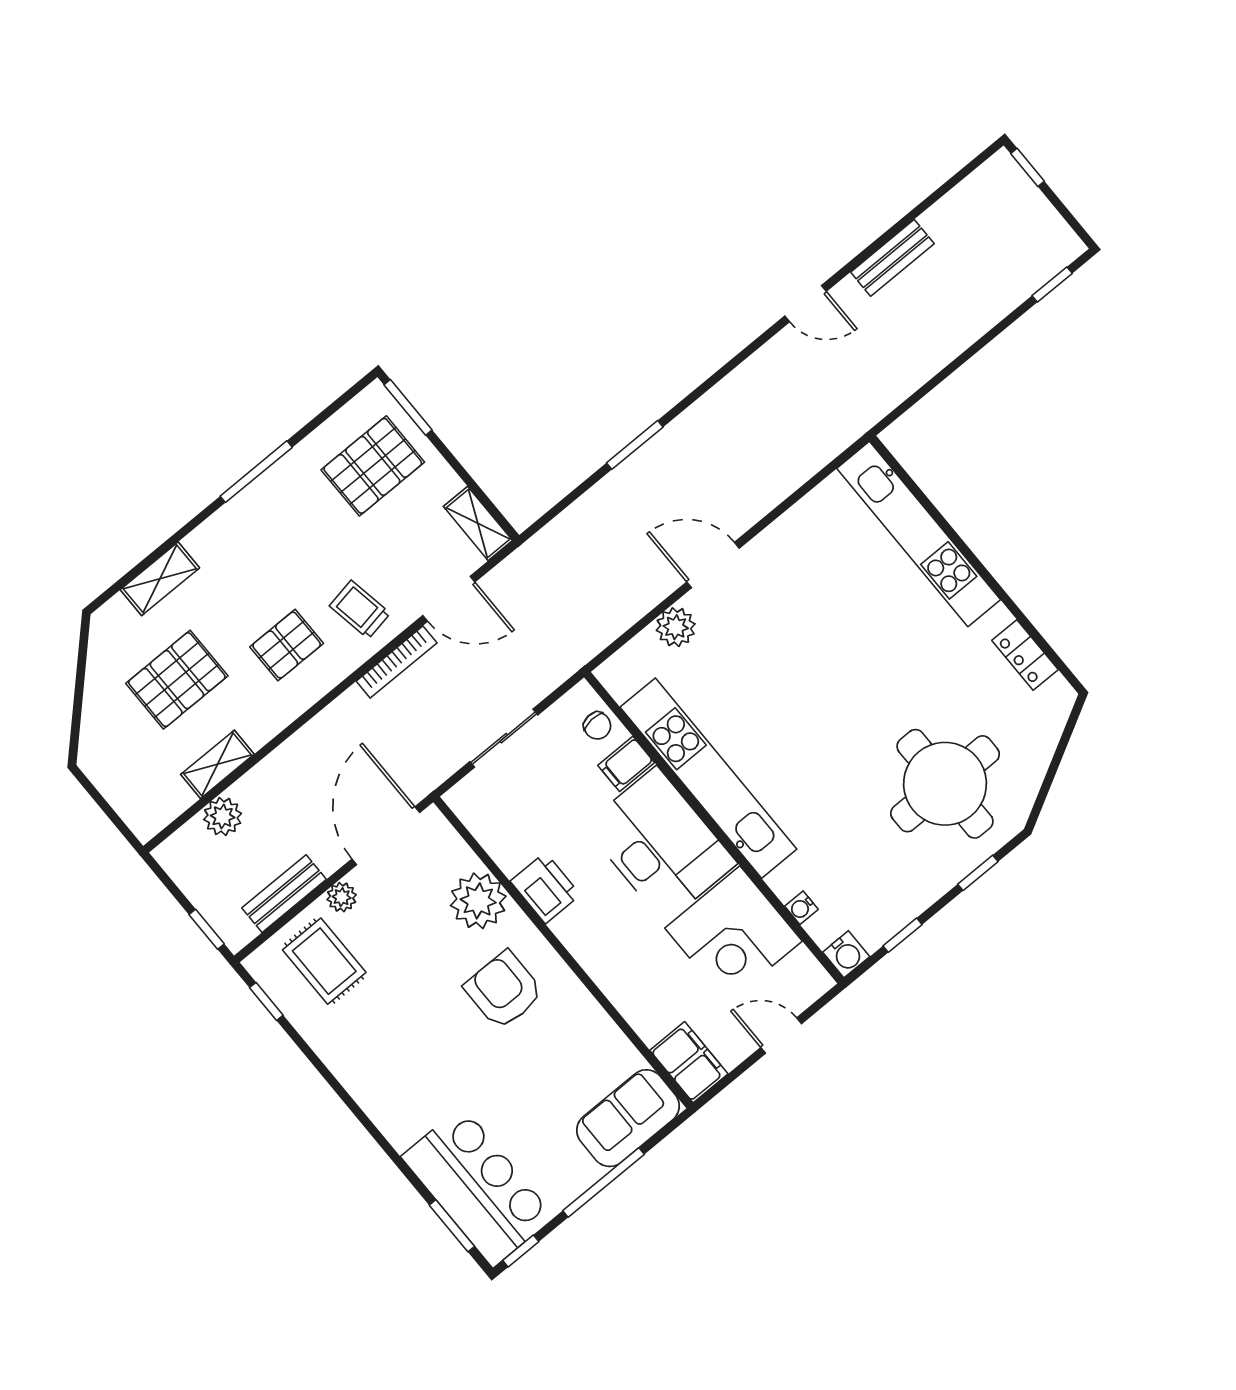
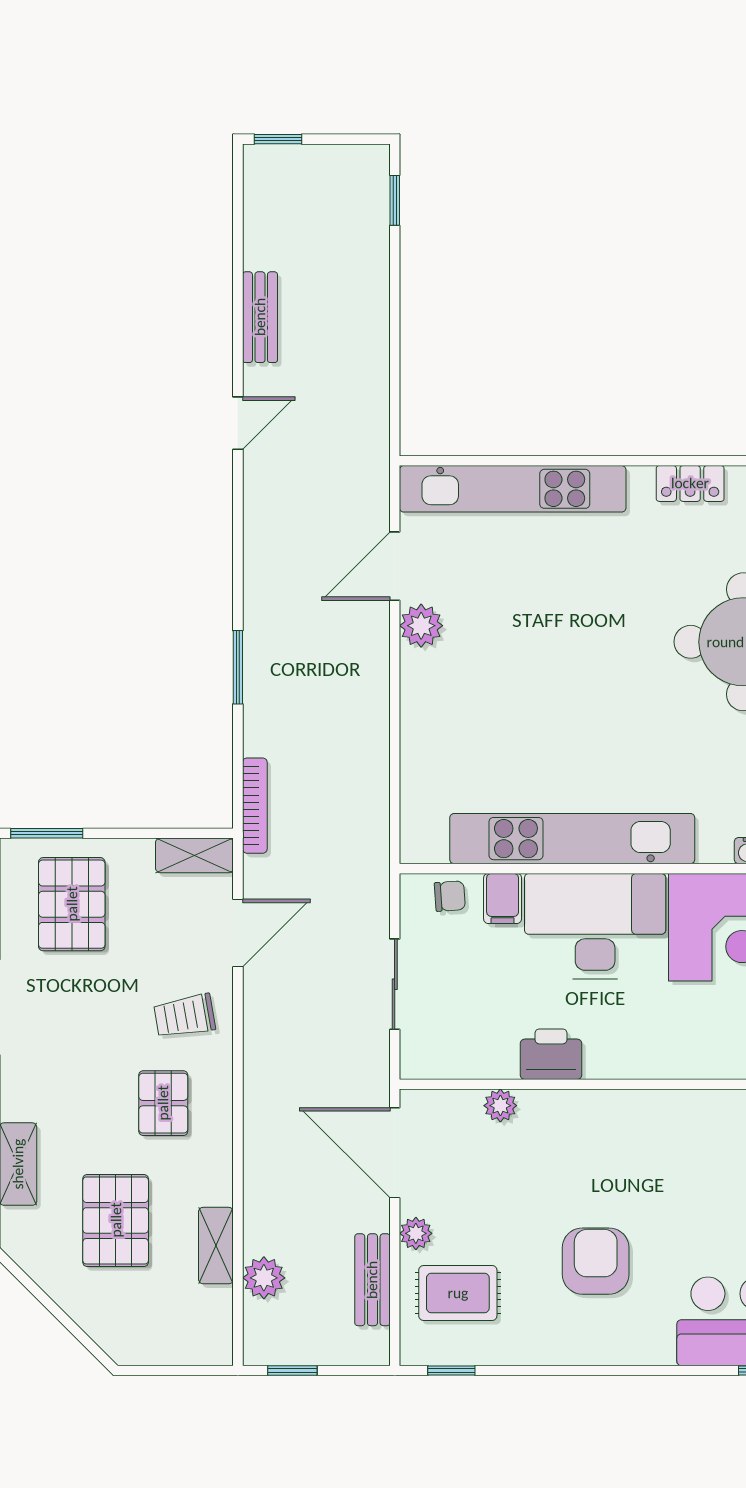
door: (713, 565) -> (395, 566), moved
plant: (676, 627) -> (421, 626), moved
bookcase: (397, 662) -> (255, 806), moved
plant: (478, 901) -> (500, 1106), width x0.53, depth x0.53
window: (207, 929) -> (292, 1370), moved
armchair: (504, 990) -> (596, 1261), moved, turned 90

